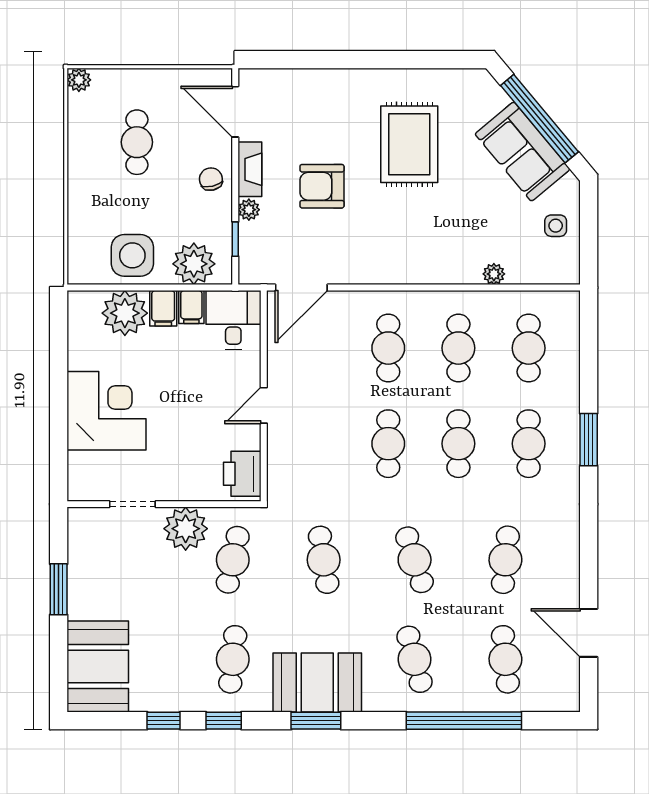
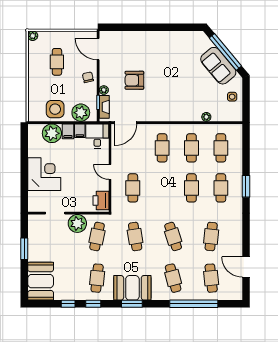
rug: (409, 144) -> (171, 63), removed
fireplace: (250, 169) -> (104, 107), moved
door: (264, 405) -> (110, 172), hinge flipped
cafe table: (388, 444) -> (133, 188), moved

